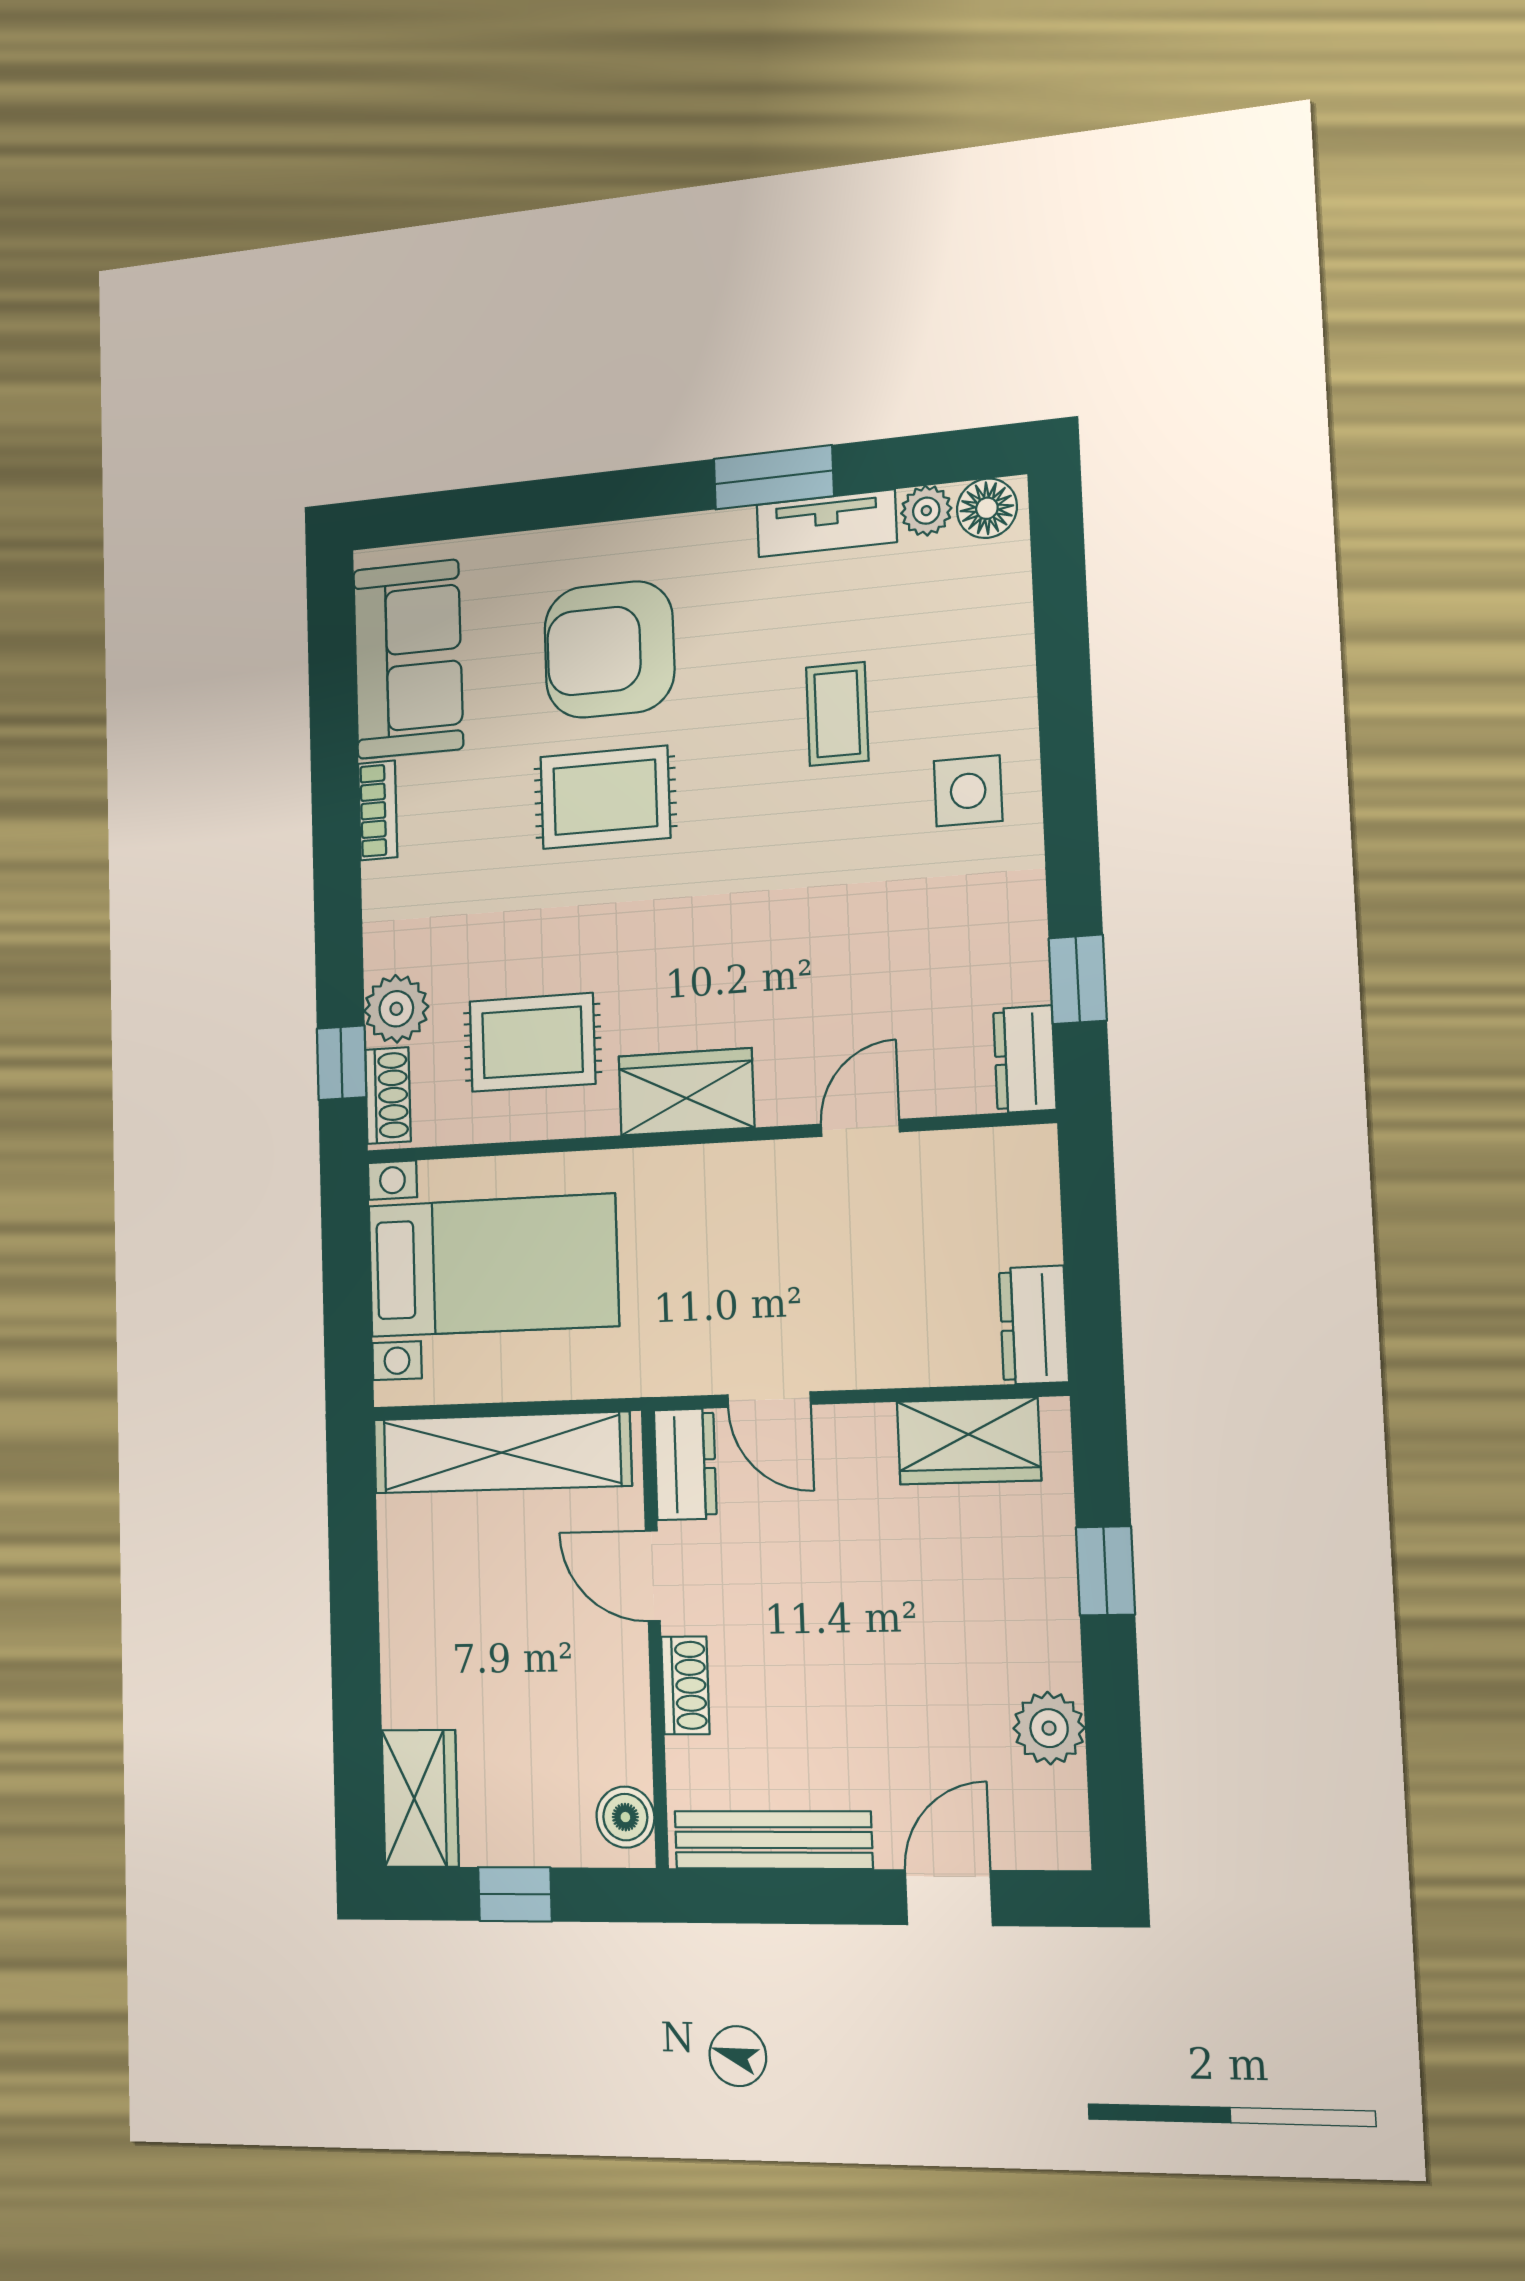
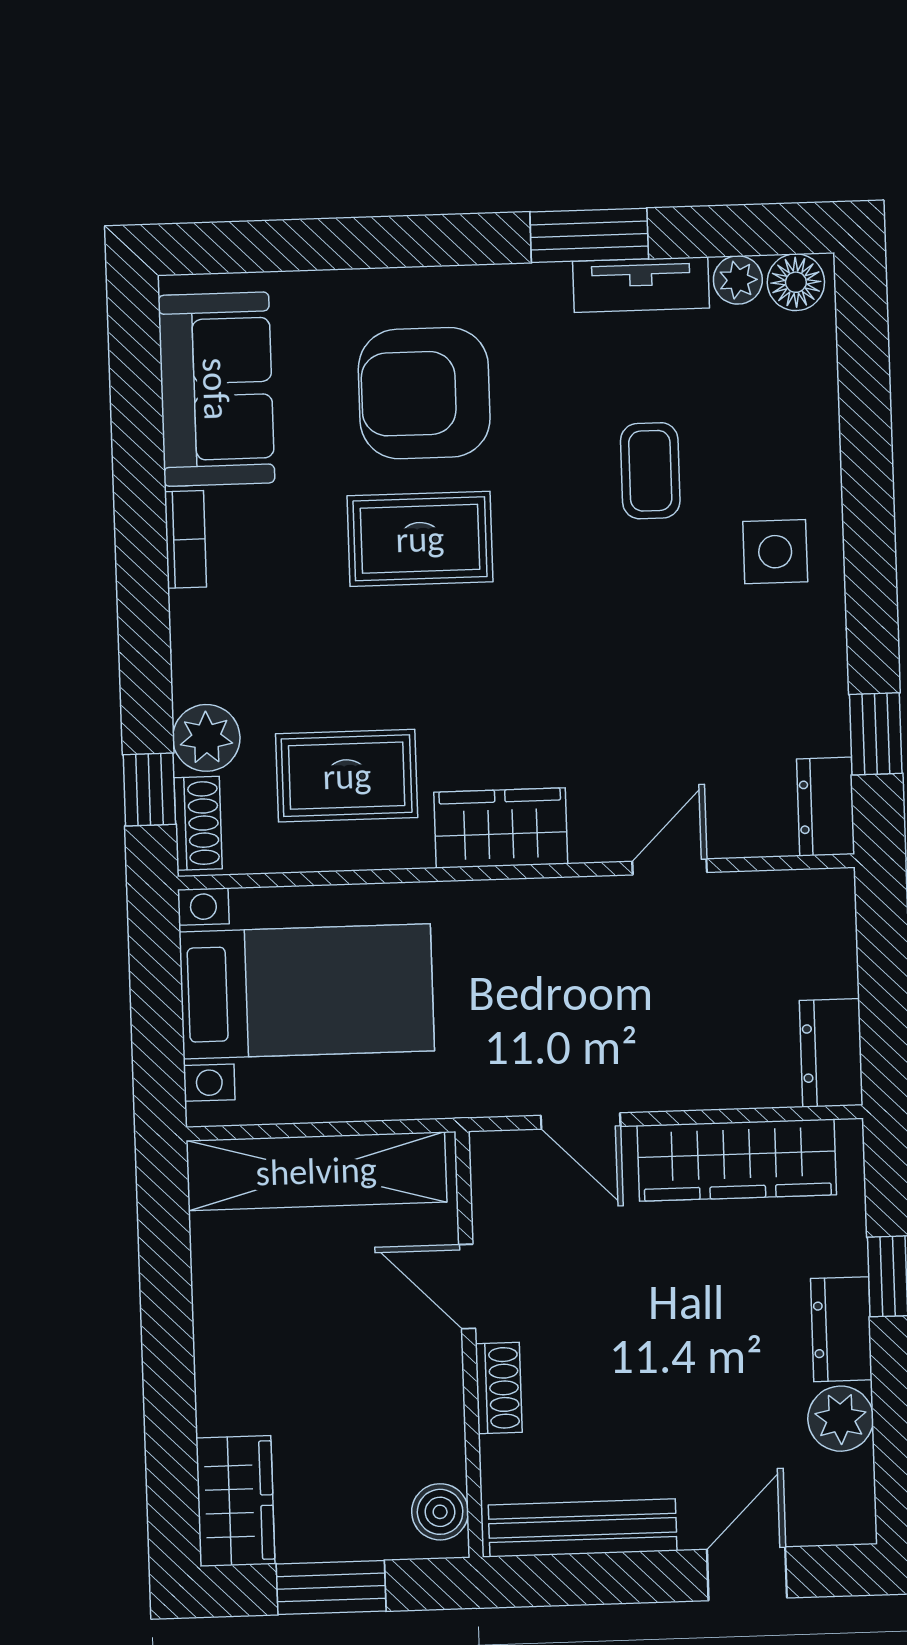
wardrobe: (969, 1441) -> (737, 1160), width x1.50
dresser: (685, 1464) -> (841, 1329), moved, turned 180
window: (515, 1894) -> (331, 1588), width x1.50

